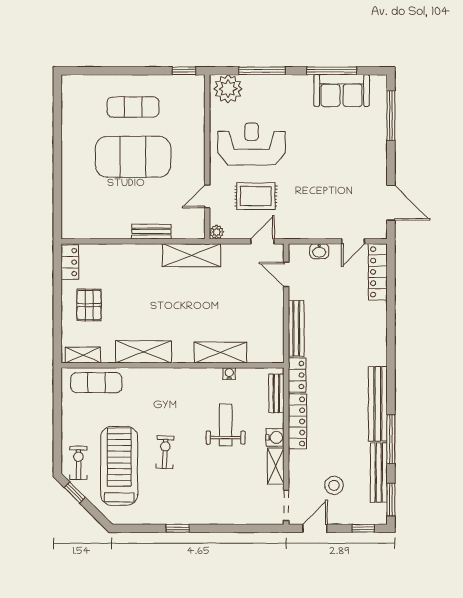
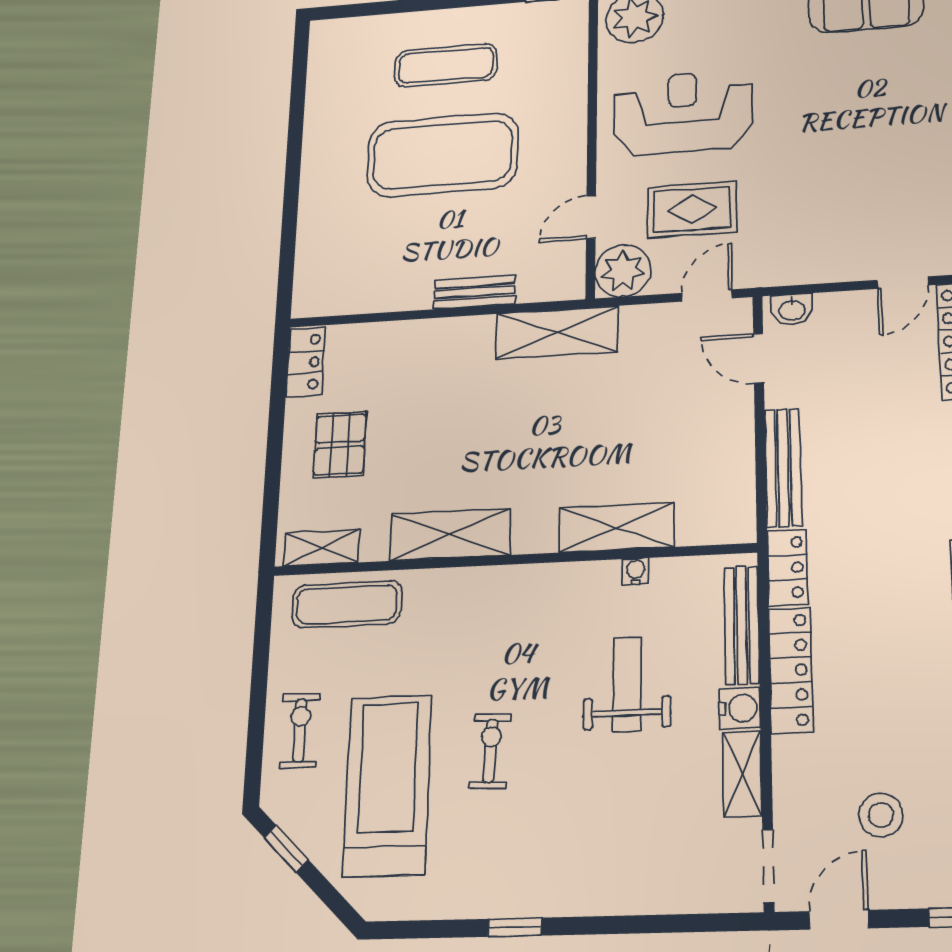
plant: (217, 232) -> (623, 271), width x1.88, depth x1.88
washbasin: (319, 251) -> (792, 309), moved
bench: (276, 393) -> (742, 625), width x1.36
exercise bike: (78, 463) -> (300, 730), moved

